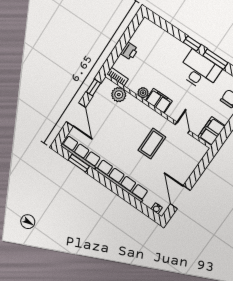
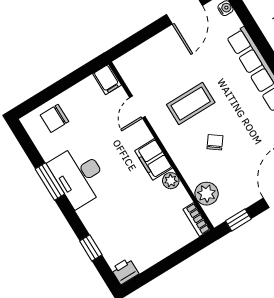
window: (192, 43) -> (91, 248), moved
printer: (129, 51) -> (125, 271), moved
chair: (127, 127) -> (215, 142), added
filing cabinet: (212, 131) -> (107, 79), width x0.50

